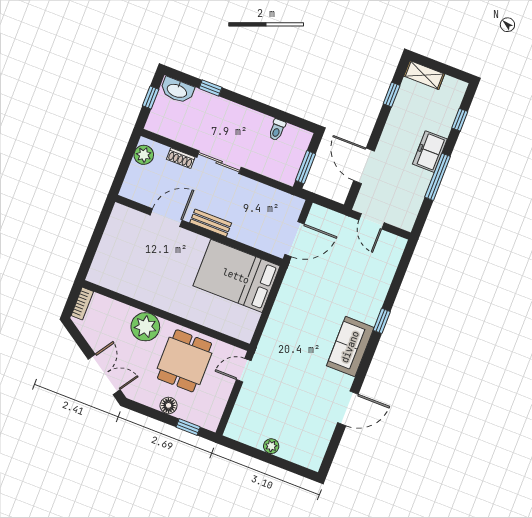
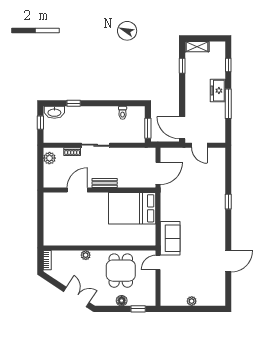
door: (364, 166) -> (182, 128), moved
plant: (145, 327) -> (86, 255), width x0.53, depth x0.53
sofa: (350, 347) -> (170, 238), moved, turned 180

